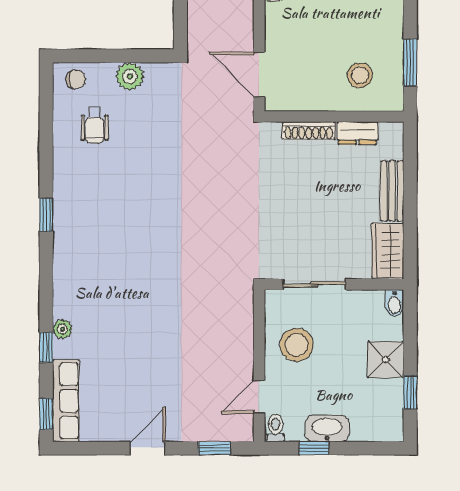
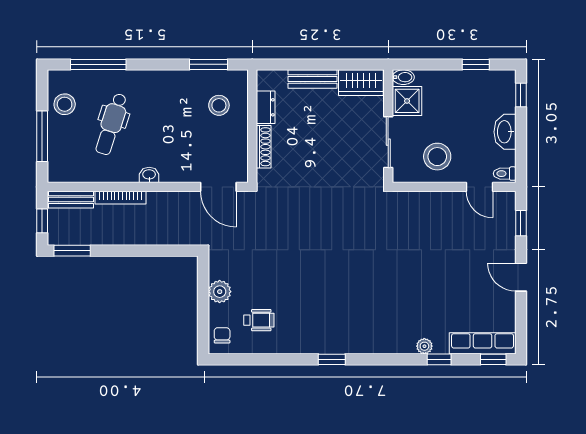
door: (259, 75) -> (218, 187), hinge flipped
shower: (386, 360) -> (407, 101), moved
window: (314, 448) -> (521, 95), moved

